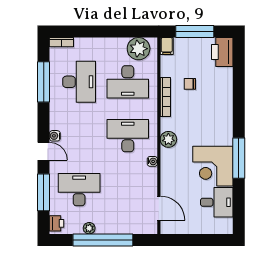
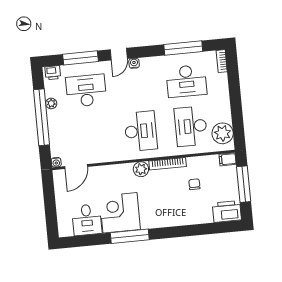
bookcase: (165, 97) -> (168, 164), moved
water cooler: (152, 161) -> (56, 162), moved
desk: (79, 190) -> (86, 91), turned -90

